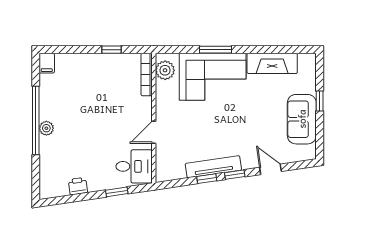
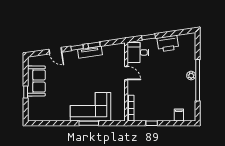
filing cabinet: (47, 63) -> (179, 115), moved
fireplace: (272, 63) -> (54, 115), removed
plant: (165, 70) -> (119, 111), removed
door: (154, 132) -> (126, 73), hinge flipped
tv unit: (213, 167) -> (90, 52), width x0.71
printer: (78, 186) -> (168, 43), width x1.87, depth x1.48

